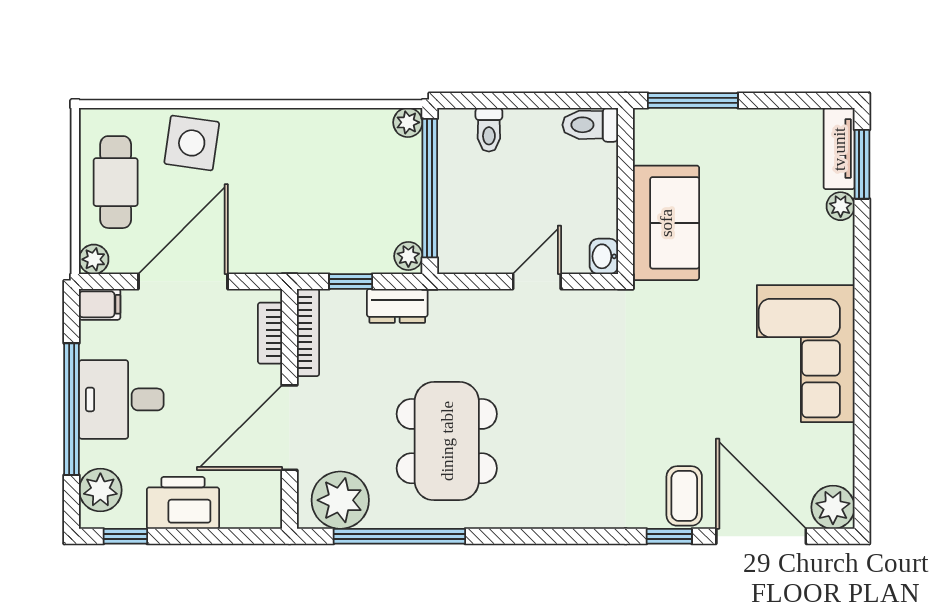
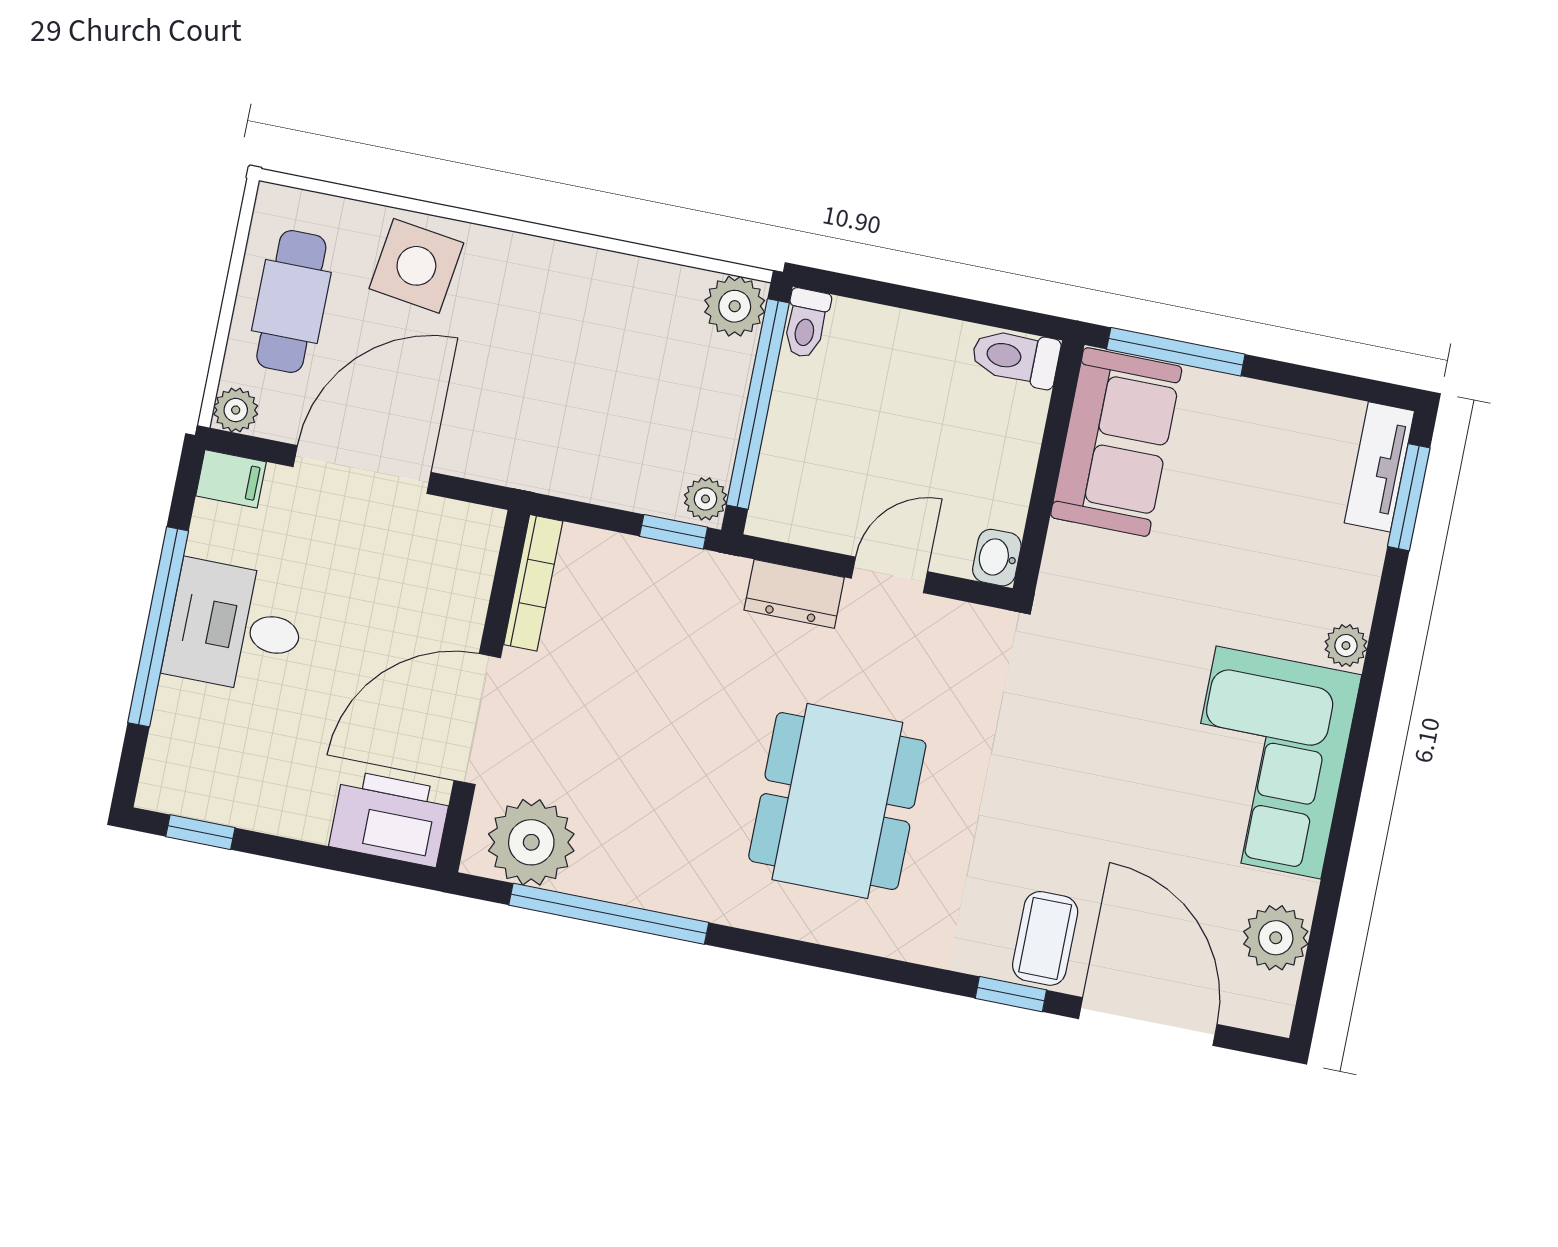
plant: (408, 122) -> (735, 306), width x1.38, depth x1.38
toilet: (489, 130) -> (806, 323), moved
plant: (841, 206) -> (1346, 646), moved
sofa: (666, 223) -> (1116, 442), moved
window: (351, 281) -> (674, 532), moved
dresser: (397, 306) -> (794, 594), moved
bookcase: (270, 333) -> (476, 572), removed
dining table: (447, 441) -> (837, 801), moved
plant: (100, 490) -> (177, 756), removed
printer: (183, 503) -> (390, 818), moved
plant: (833, 507) -> (1276, 938), moved

